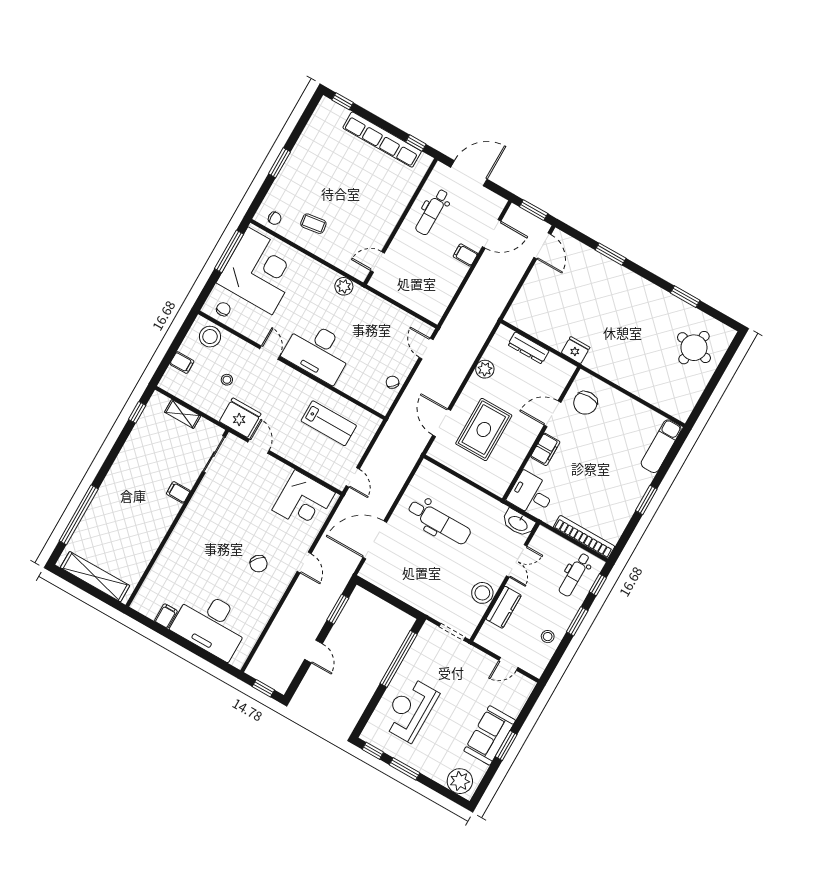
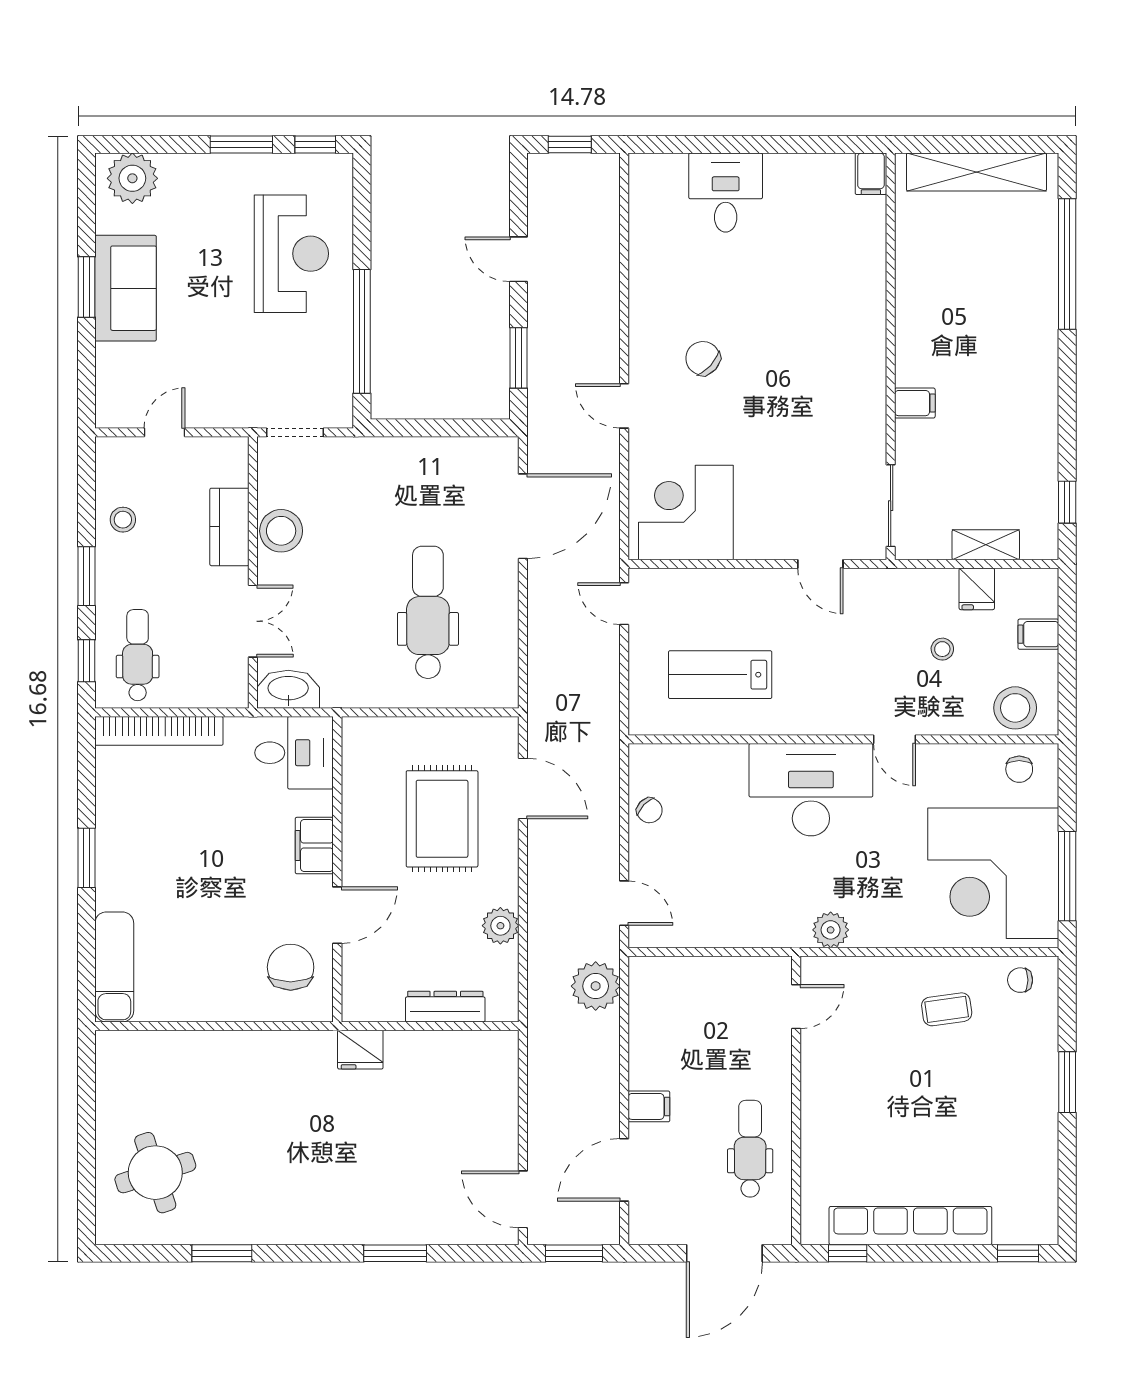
plant: (459, 320) -> (596, 986), added
round table: (694, 348) -> (155, 1173), turned -30
fridge: (240, 418) -> (977, 589), moved, width x0.53, depth x0.75
dental chair: (439, 522) -> (428, 612), turned 90
double door: (517, 561) -> (253, 621), swing flipped
filing cabinet: (166, 616) -> (871, 174), moved
desk: (211, 624) -> (726, 193), width x0.53, depth x0.77

